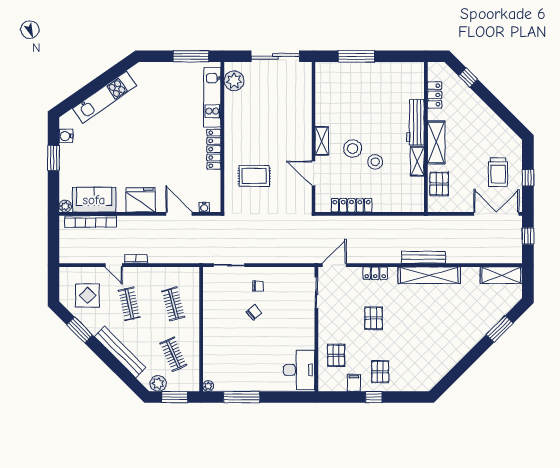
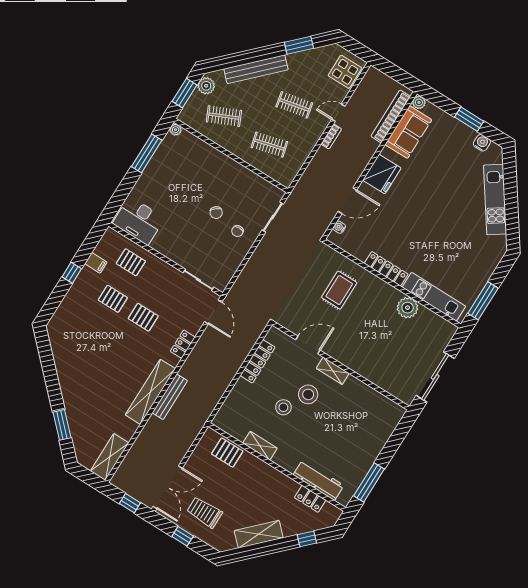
window: (356, 56) -> (369, 482), moved
plant: (234, 81) -> (408, 308), moved
workbench: (416, 122) -> (319, 480), moved
shelving: (436, 142) -> (259, 534), moved, turned -45
display table: (88, 296) -> (345, 72), moved
pallet: (380, 372) -> (113, 299), moved

